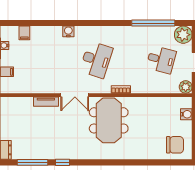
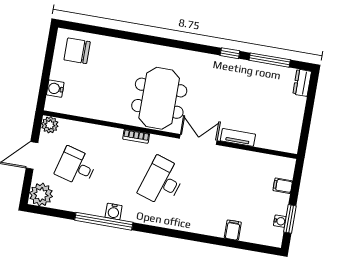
window: (153, 23) -> (104, 221), moved
water cooler: (68, 31) -> (114, 212), moved
filing cabinet: (24, 33) -> (233, 230), moved

